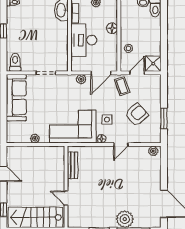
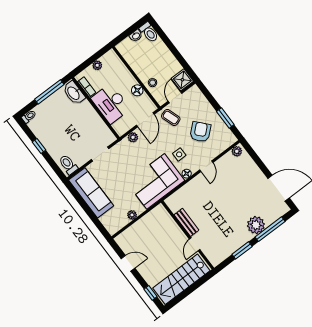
floor lamp: (112, 28) -> (137, 90), moved
bench: (73, 165) -> (186, 222), moved
door: (66, 198) -> (195, 244), hinge flipped

